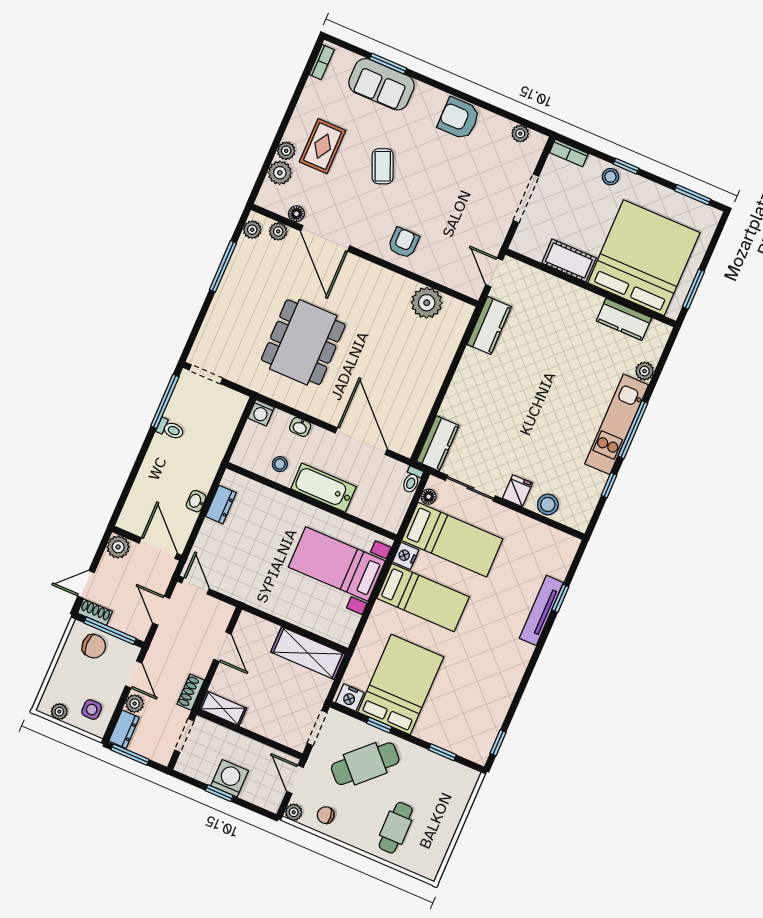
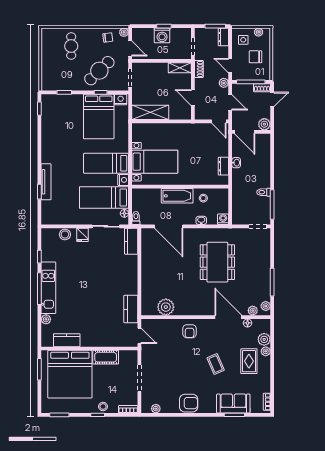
chair: (94, 646) -> (255, 57), moved
plant: (135, 704) -> (224, 83), moved

